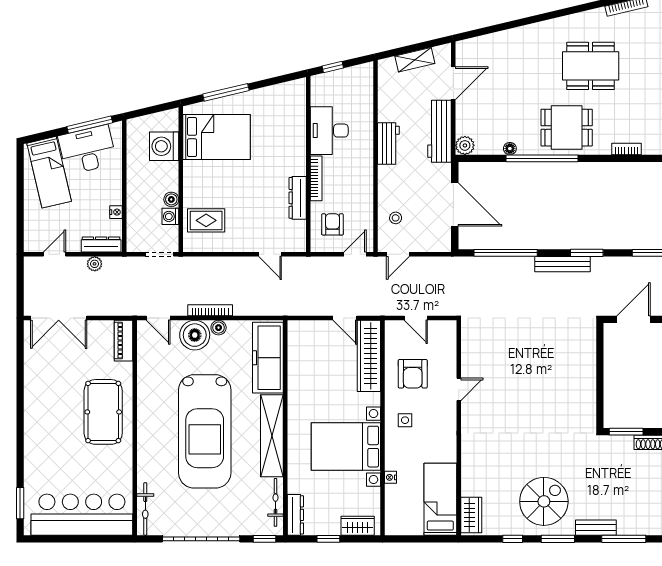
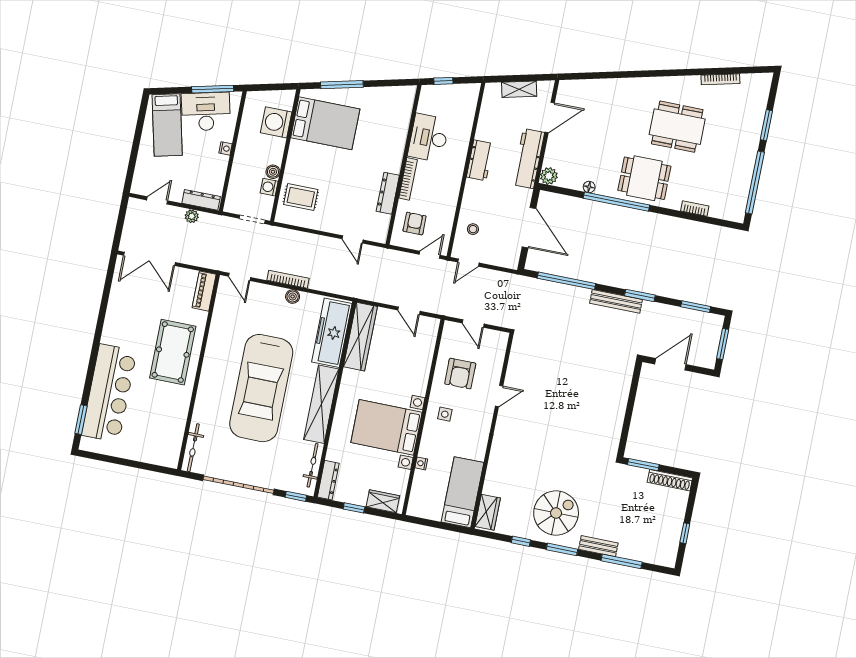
nightstand: (116, 212) -> (226, 148), moved
boiler: (195, 335) -> (270, 299), removed
wardrobe: (369, 356) -> (360, 337), moved, turned 180
bar counter: (82, 515) -> (109, 393), moved, turned 90

